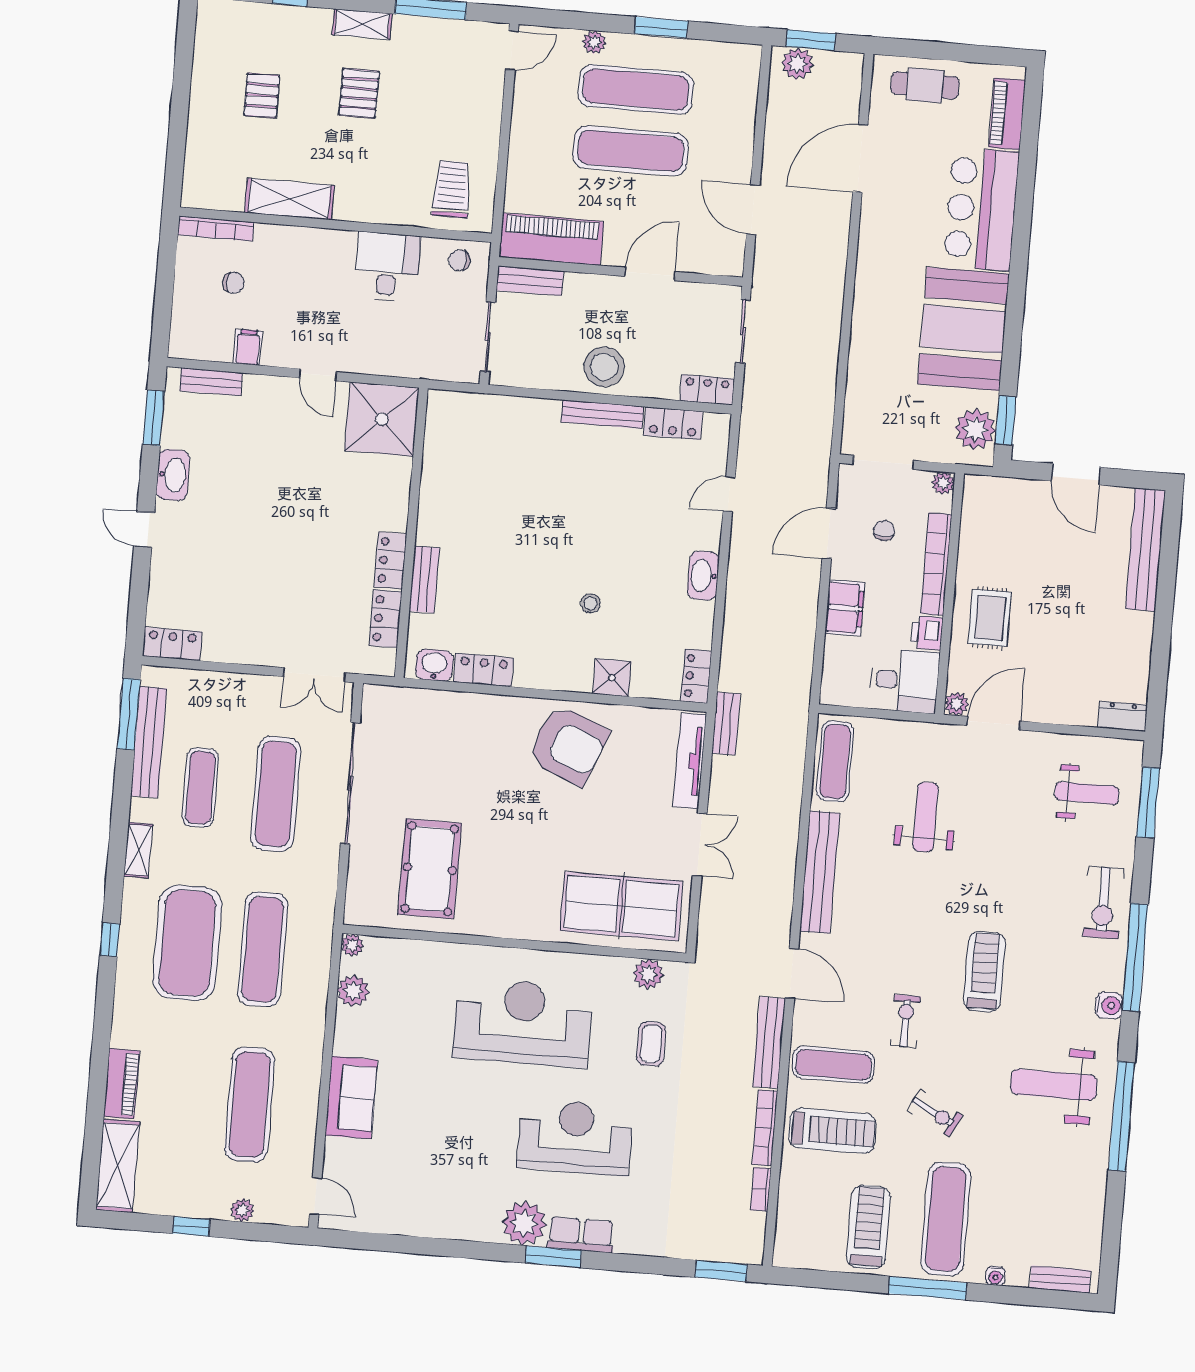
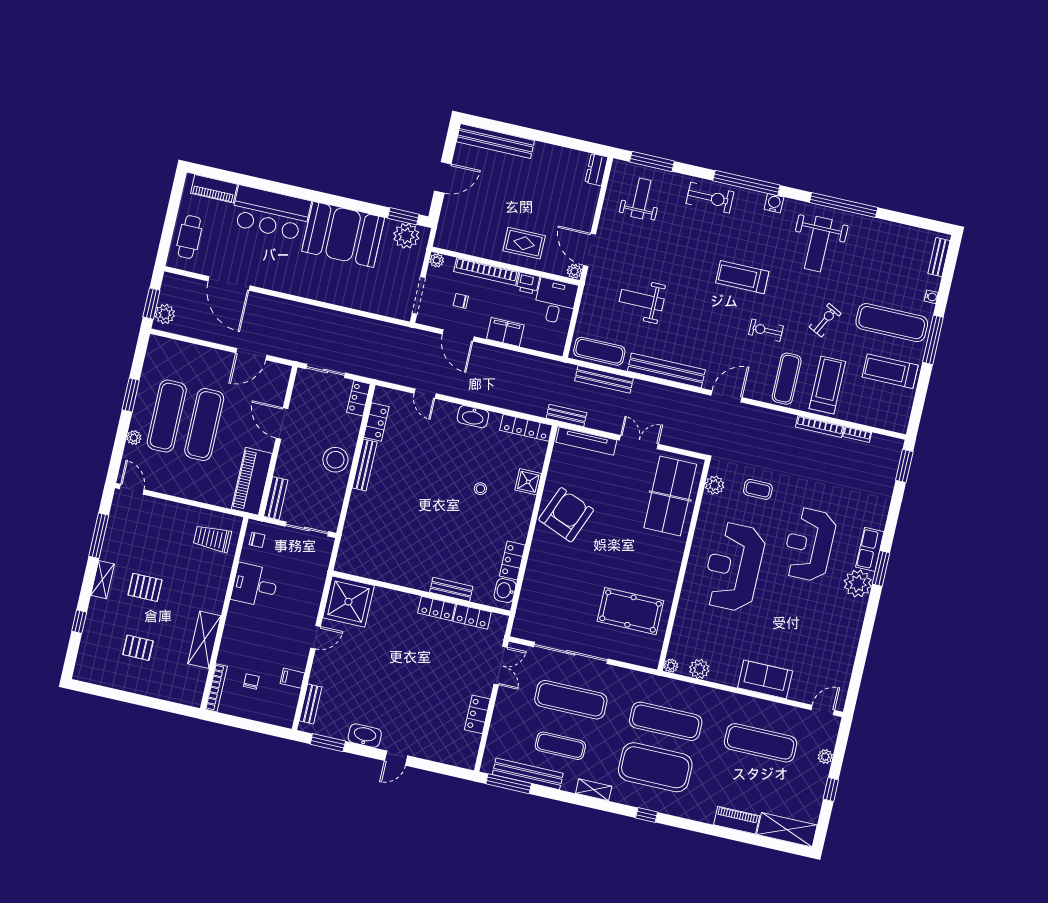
chair: (459, 260) -> (257, 540), turned -90
locker: (172, 644) -> (477, 714), moved
locker: (696, 676) -> (526, 428), width x1.53
bench: (769, 1043) -> (604, 379), moved

